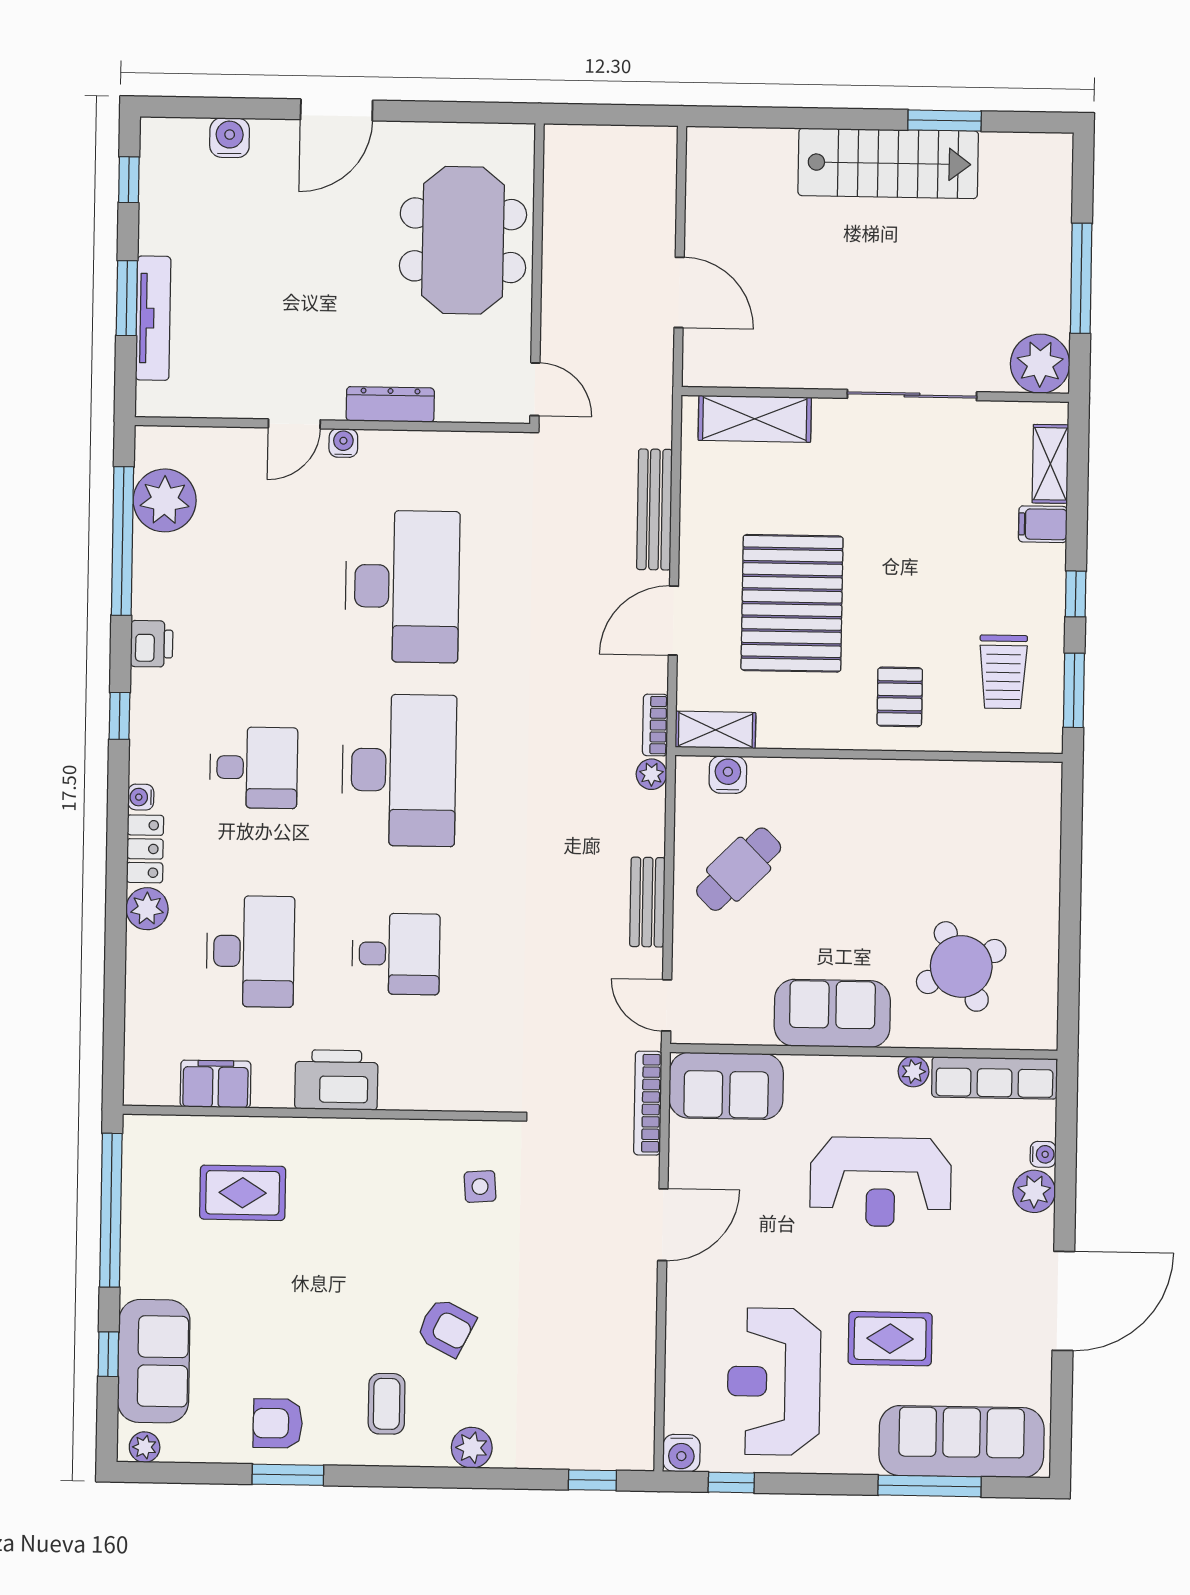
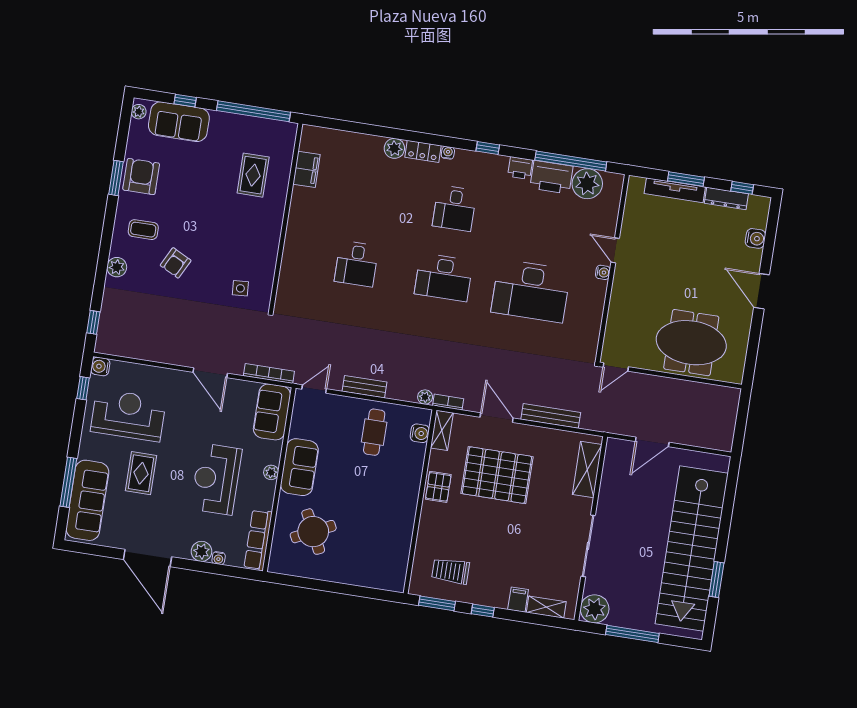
stairs: (888, 163) -> (692, 549), width x1.86, depth x1.51
dresser: (390, 404) -> (726, 198), moved, turned 90
pallet: (900, 697) -> (438, 487), moved, turned 90
desk: (399, 770) -> (444, 277), width x0.73, depth x0.77
cafe table: (739, 869) -> (374, 432), turned 45
desk: (250, 951) -> (367, 195), removed
plant: (913, 1072) -> (271, 472), moved
printer: (336, 1080) -> (551, 177), moved, turned 90
armchair: (278, 1423) -> (141, 177), width x1.38, depth x1.38

